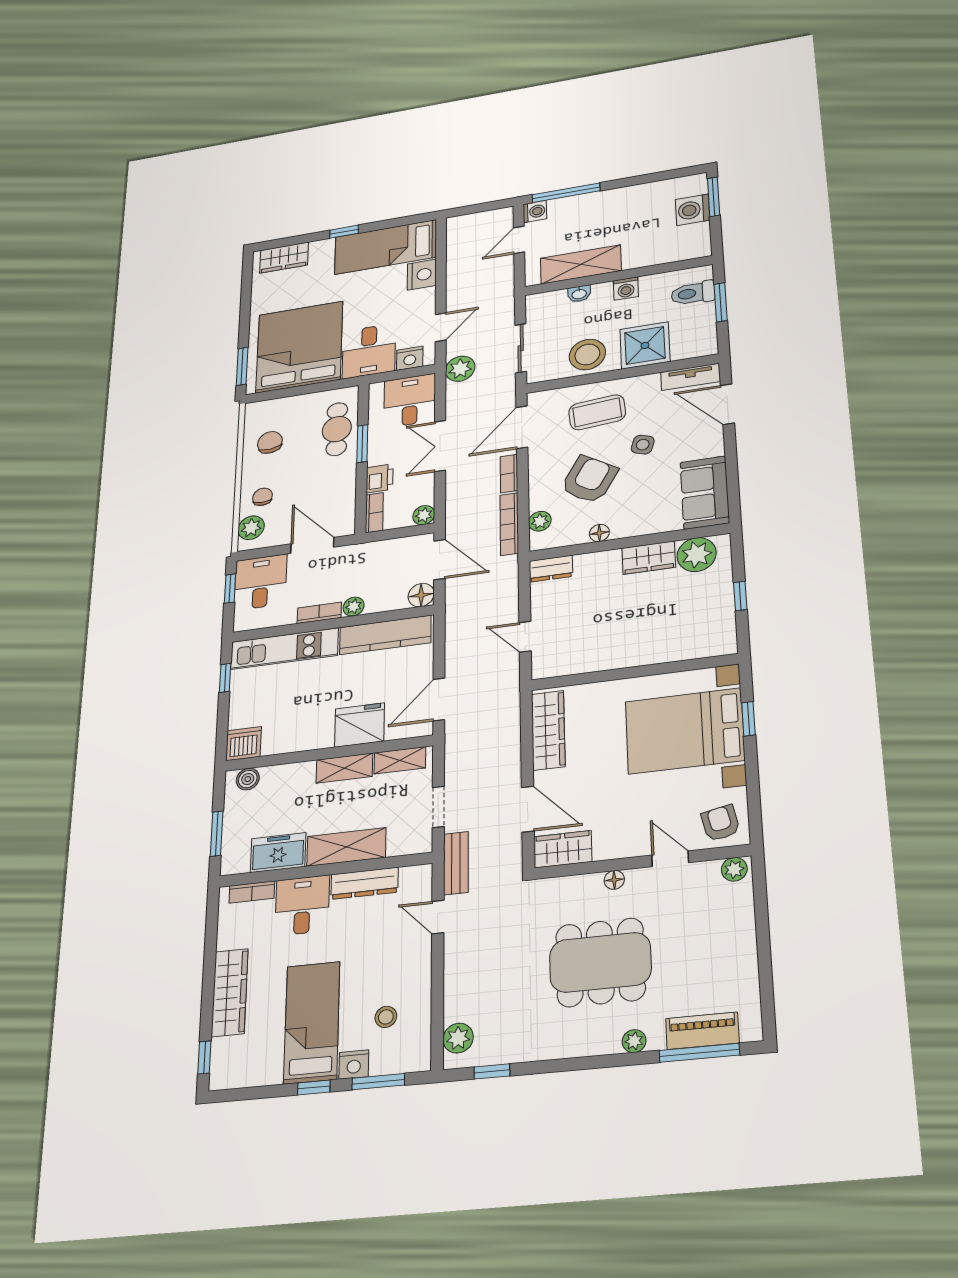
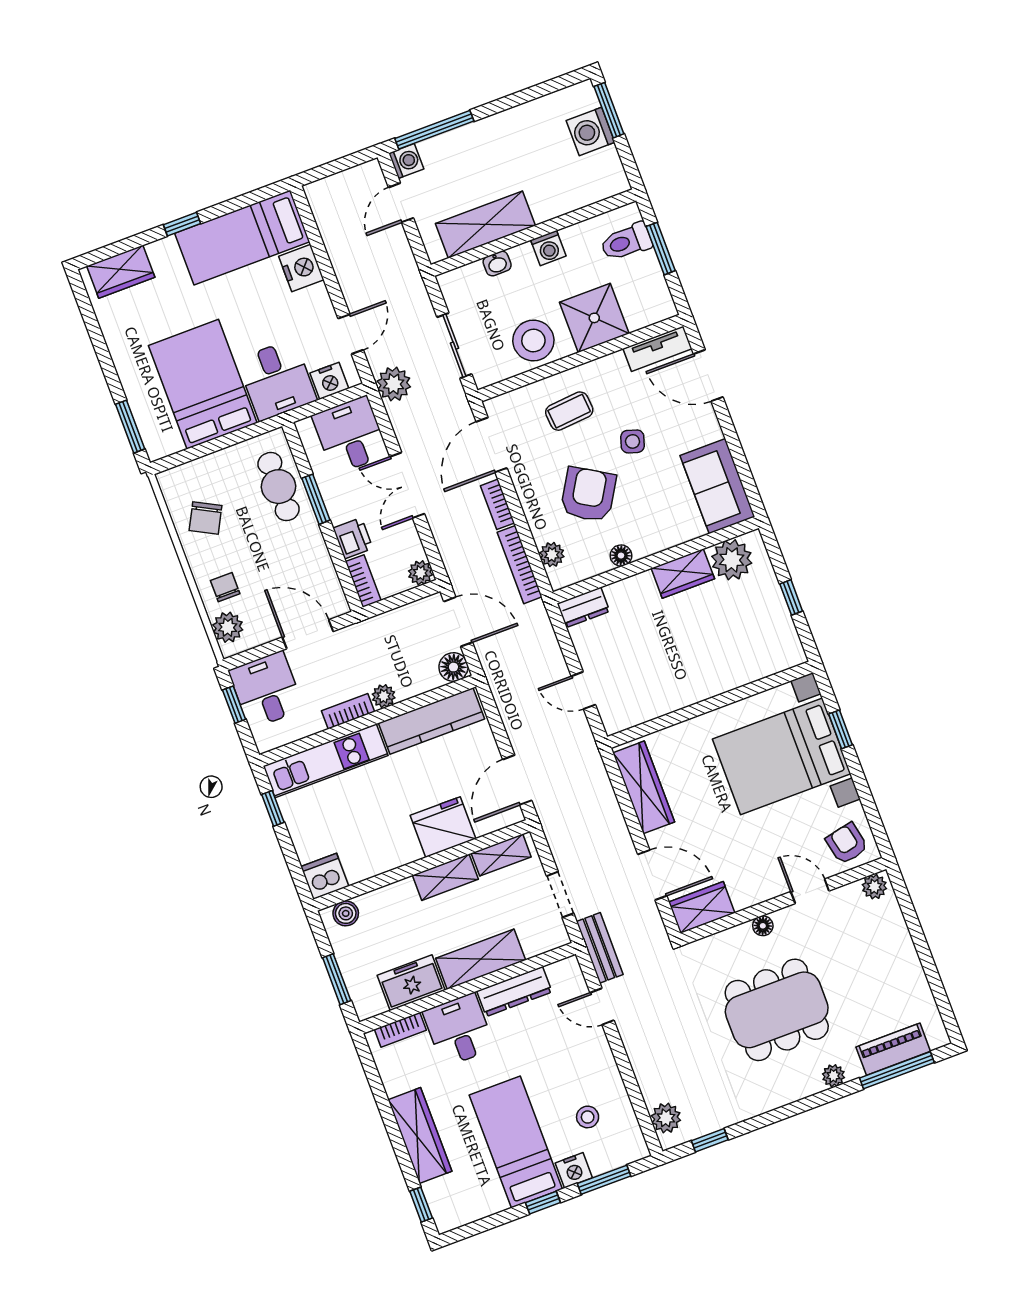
bed: (299, 347) -> (203, 384), width x0.73
coffee table: (597, 412) -> (569, 411), width x0.73, depth x0.77
chair: (270, 442) -> (205, 518), turned -146

